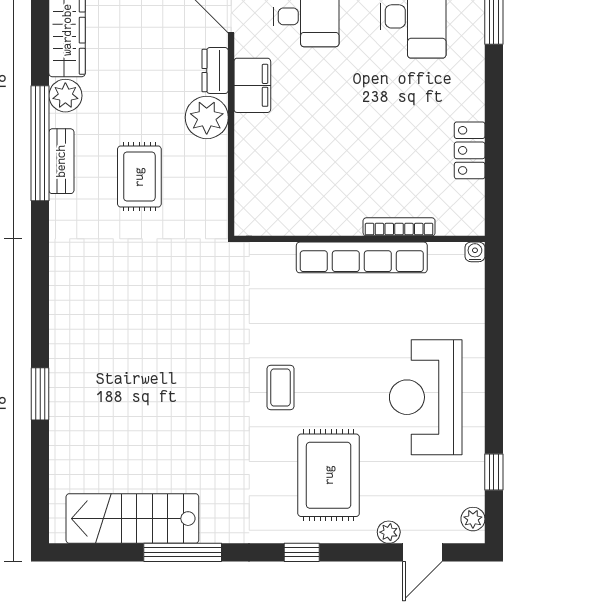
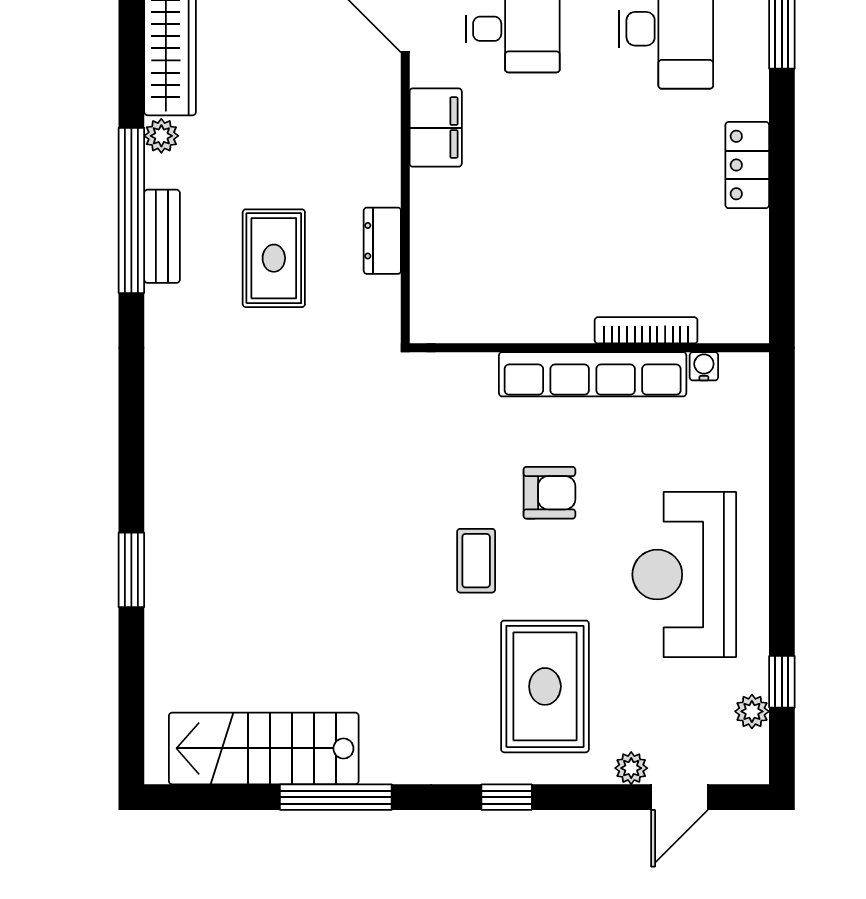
dresser: (215, 71) -> (382, 241), moved
plant: (65, 96) -> (161, 136), width x0.73, depth x0.73
plant: (207, 117) -> (370, 174), removed
locker: (470, 150) -> (747, 165), moved
water cooler: (475, 252) -> (704, 366), moved
armchair: (332, 340) -> (549, 493), added
plant: (473, 519) -> (752, 711), moved

